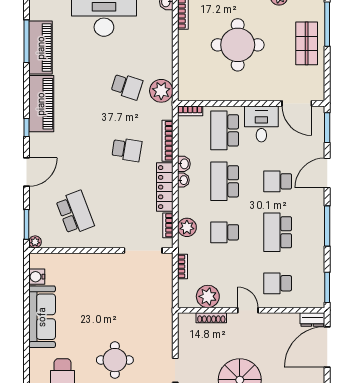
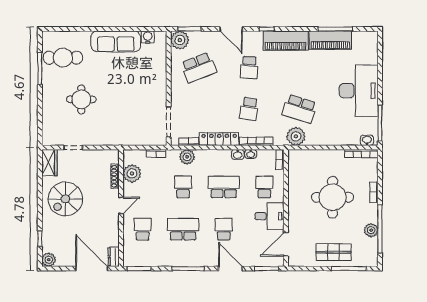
school desk: (127, 86) -> (299, 109), width x1.85
school desk: (225, 130) -> (264, 187), width x0.54
school desk: (75, 150) -> (249, 68), added
washbasin: (183, 180) -> (251, 154), moved
plant: (35, 242) -> (180, 40), width x1.88, depth x1.88

